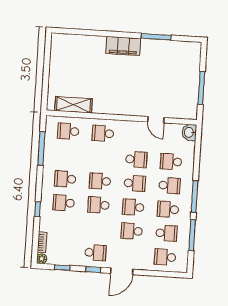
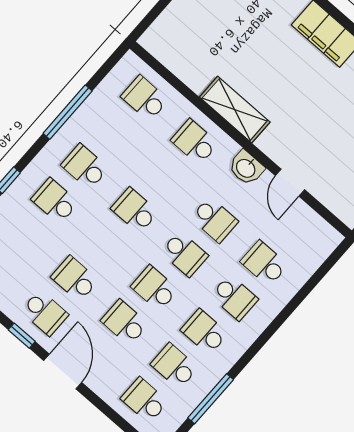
shelving: (74, 105) -> (235, 110), moved
washbasin: (189, 132) -> (246, 168), moved, turned -90
window: (41, 148) -> (68, 112), moved
window: (195, 196) -> (259, 343), removed
school desk: (98, 205) -> (75, 279), moved
school desk: (166, 233) -> (174, 366), turned 180
door: (122, 271) -> (63, 371), swing flipped

